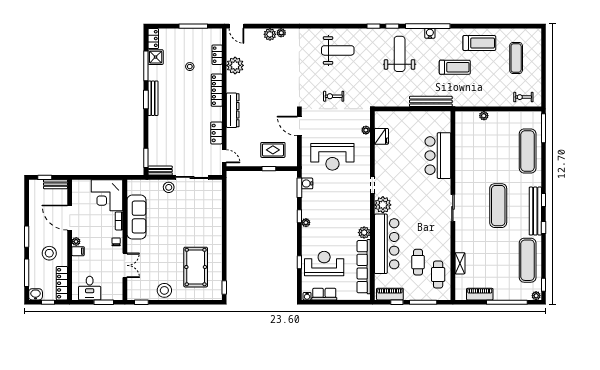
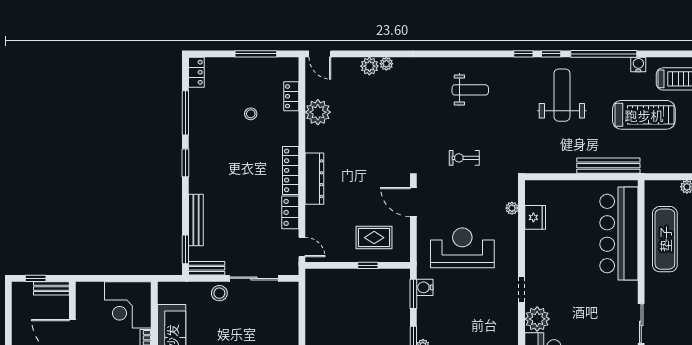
water cooler: (430, 33) -> (638, 65), moved
weight bench: (338, 50) -> (470, 90), width x0.73, depth x0.75
shower: (156, 57) -> (200, 100), removed
treadmill: (455, 67) -> (644, 115), width x1.37, depth x1.38
locker: (217, 90) -> (291, 170), moved
bench: (153, 98) -> (196, 220), moved
exercise mat: (469, 151) -> (665, 239), added
bar counter: (438, 156) -> (619, 234), width x1.36
reception desk: (332, 157) -> (462, 248), turned 180

